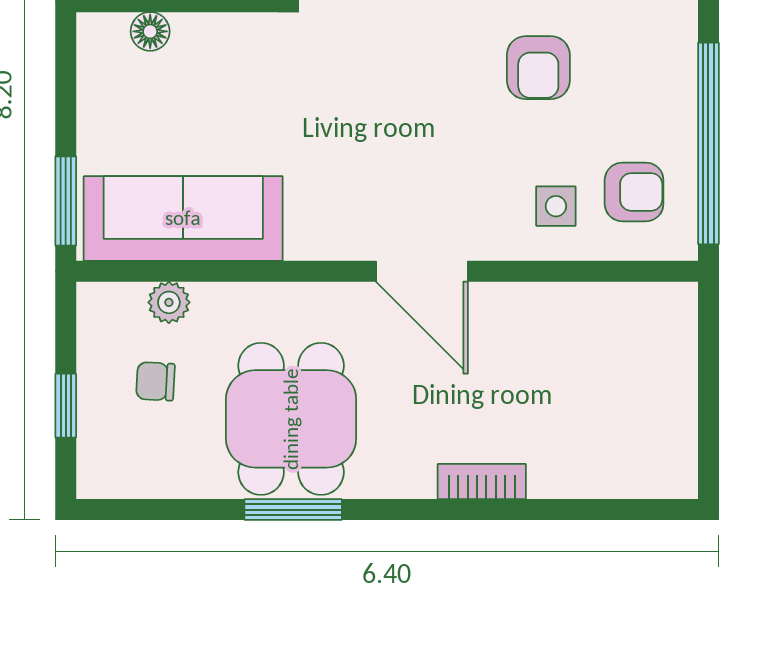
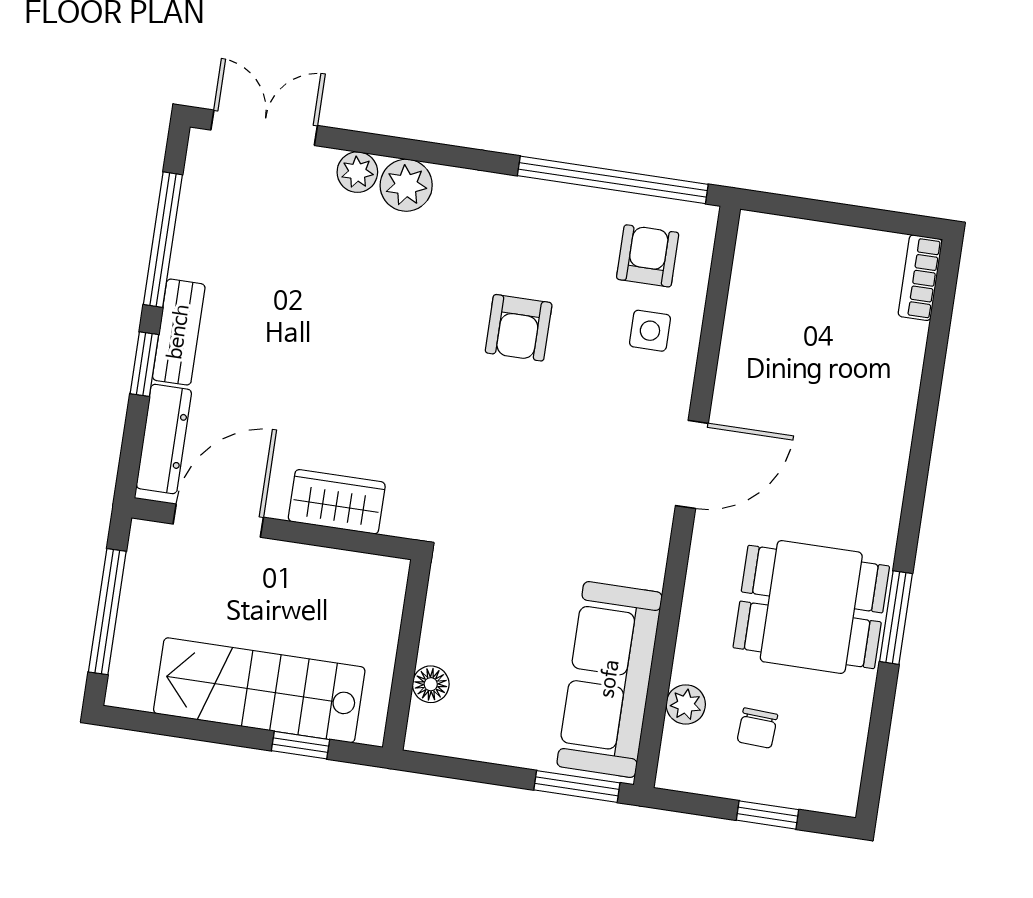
armchair: (538, 68) -> (519, 328), turned 90
bookcase: (482, 482) -> (920, 278), moved

